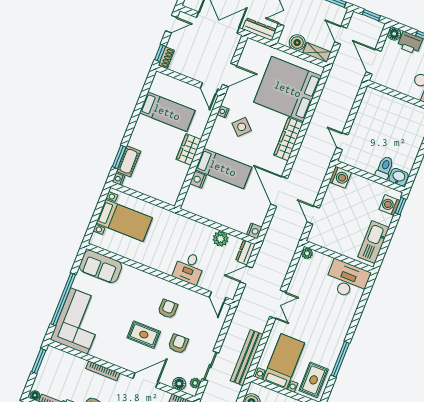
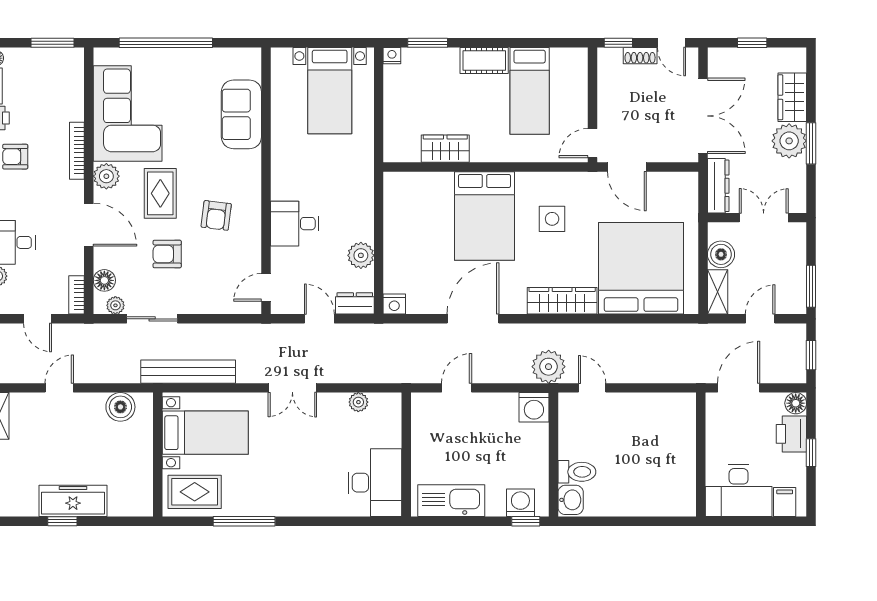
shoe rack: (166, 58) -> (640, 56), moved
nightstand: (223, 112) -> (565, 180), removed
side table: (242, 127) -> (552, 219), turned 45
door: (342, 141) -> (592, 388), hinge flipped
wardrobe: (189, 149) -> (445, 149), moved
plant: (321, 160) -> (549, 367), added
cot: (129, 161) -> (484, 60), moved
bed: (223, 168) -> (484, 216), width x1.50
nightstand: (198, 180) -> (441, 183), removed
plant: (307, 253) -> (358, 402), moved
sofa: (101, 267) -> (241, 114), moved
armchair: (168, 309) -> (216, 215), turned 97
corner sofa: (79, 321) -> (128, 114), moved, turned -90
armchair: (178, 344) -> (167, 254), turned 180
plant: (123, 360) -> (106, 176), added

